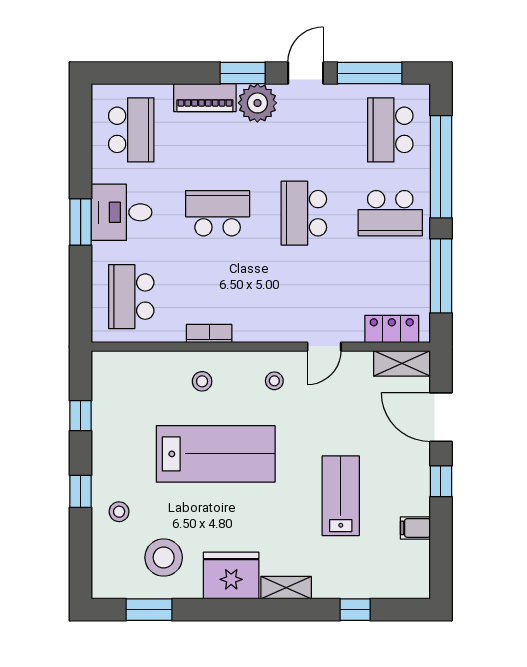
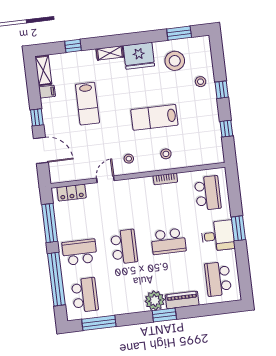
door: (306, 73) -> (132, 319), removed
shelving: (402, 363) -> (43, 70), moved, turned 90
lab bench: (216, 454) -> (154, 117), width x0.73, depth x0.72

